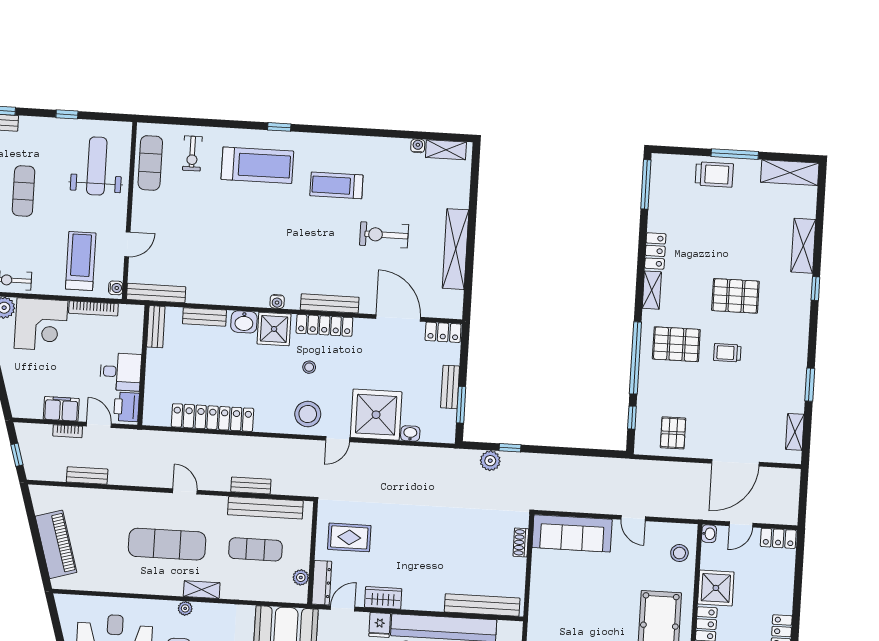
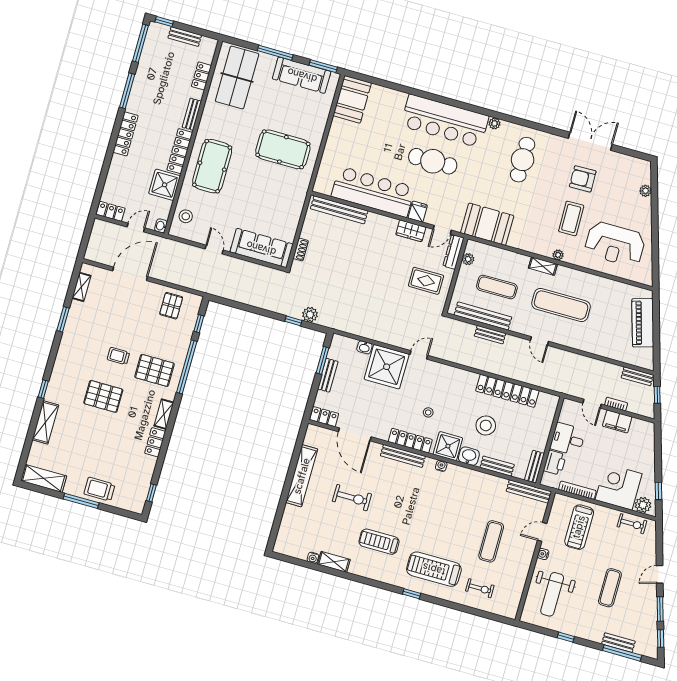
shelving: (446, 150) -> (334, 562), moved
exercise bike: (192, 153) -> (480, 588), turned 90
exercise mat: (150, 163) -> (491, 541), moved
window: (646, 184) -> (151, 493), width x0.46
treadmill: (336, 185) -> (379, 542), turned 180
water cooler: (116, 288) -> (543, 554), moved
trolley: (727, 353) -> (118, 356), turned 180
printer: (127, 407) -> (555, 463), moved
stool: (308, 414) -> (486, 425), moved
bench: (87, 476) -> (637, 376), moved

